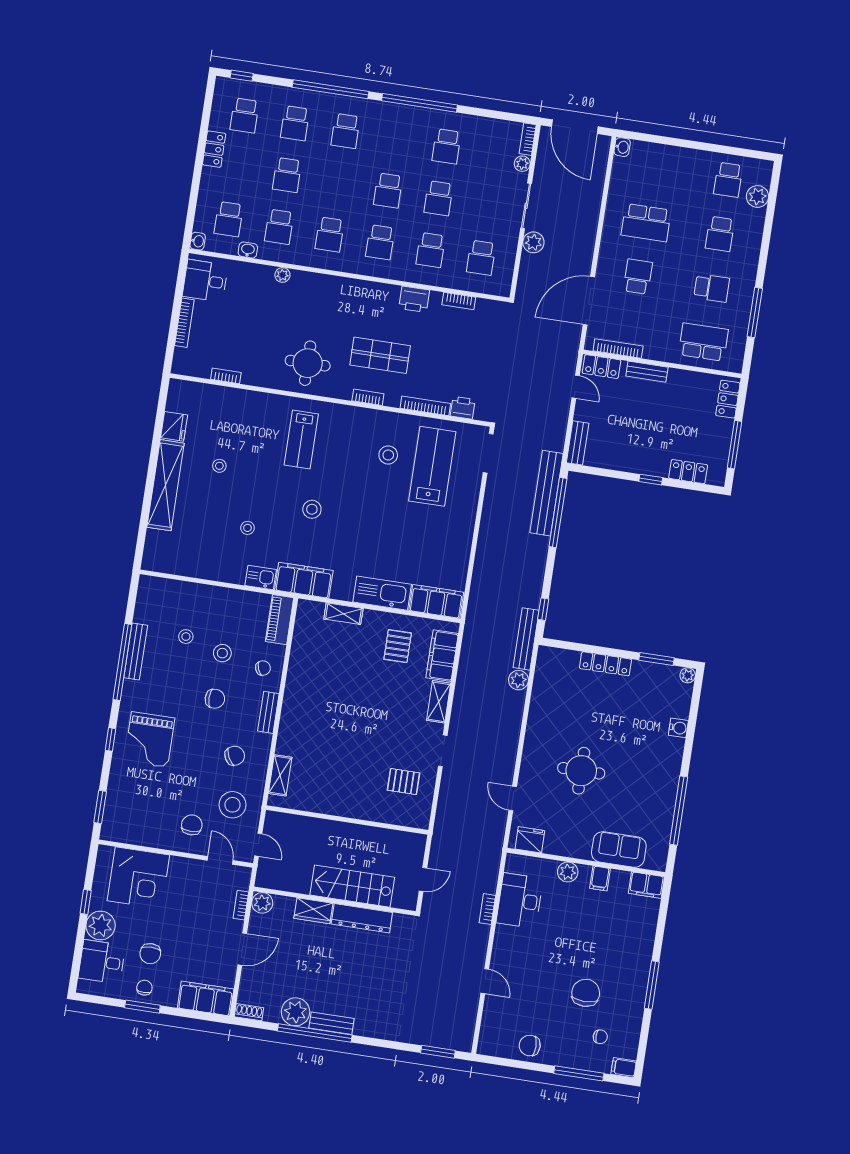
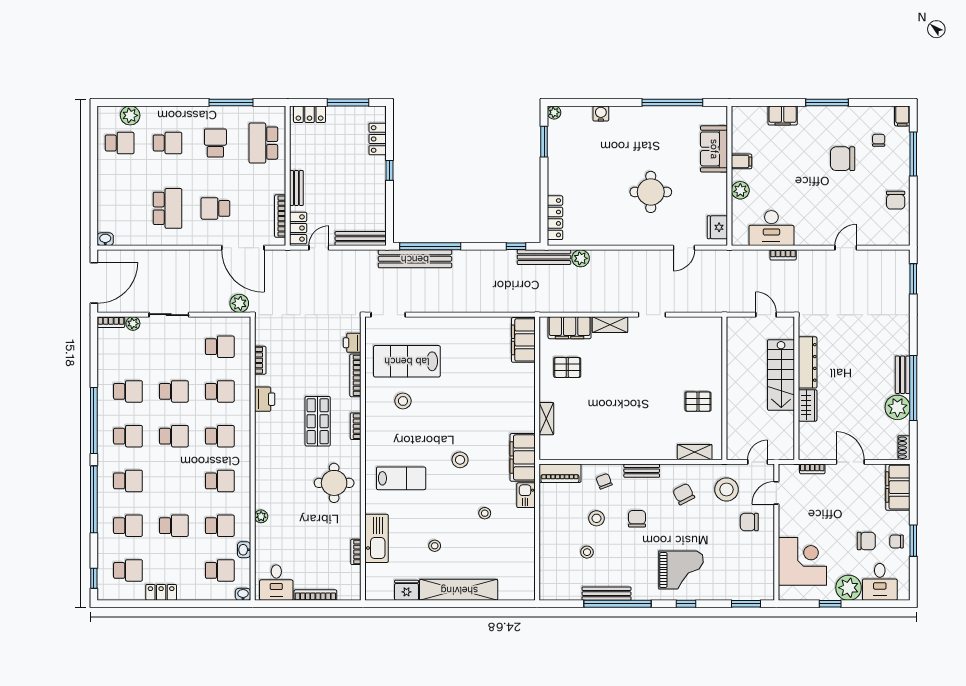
school desk: (396, 139) -> (128, 436), added
plant: (533, 242) -> (239, 303), moved
bench: (578, 443) -> (361, 239), width x1.36
kitchen sink: (382, 593) -> (377, 538), moved, turned 180
locker: (605, 664) -> (555, 218), moved
pallet: (403, 782) -> (698, 402), moved, turned 90
filing cabinet: (646, 885) -> (783, 115), moved, turned 90
plant: (262, 903) -> (808, 451), removed

